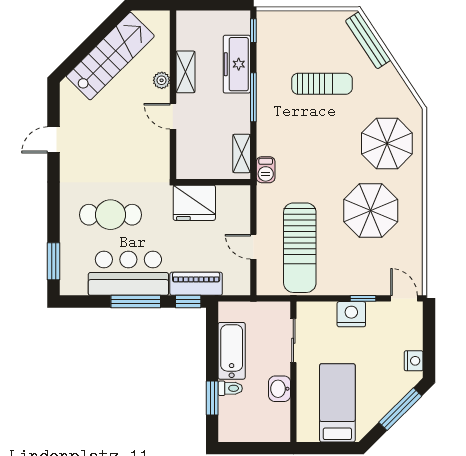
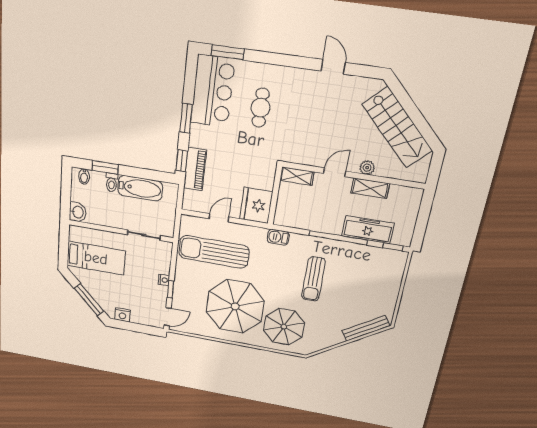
sun lounger: (322, 84) -> (313, 279), moved
window: (253, 97) -> (338, 238), width x1.46
shelving: (242, 153) -> (297, 176), moved
fridge: (194, 203) -> (256, 205), moved
parasol: (371, 211) -> (235, 306), width x1.36, depth x1.36
cafe table: (110, 215) -> (261, 108), width x0.73, depth x0.74
bar counter: (128, 273) -> (213, 91), moved
window: (136, 301) -> (186, 118), width x0.69
nightstand: (351, 314) -> (164, 280), width x0.53, depth x0.56
washbasin: (280, 389) -> (78, 212), moved, turned 90
bidet: (228, 425) -> (84, 177), added

